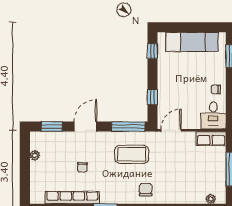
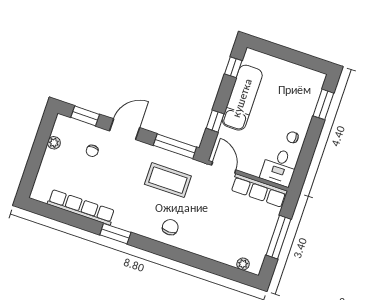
exam couch: (192, 42) -> (242, 98), moved, turned -90
door: (171, 130) -> (224, 168), hinge flipped
row of seats: (211, 139) -> (259, 190), width x1.48
chair: (82, 167) -> (92, 151), moved

